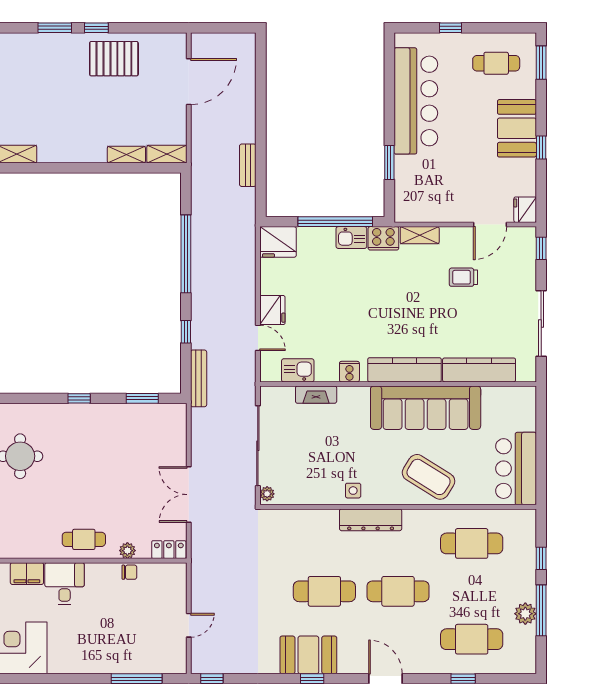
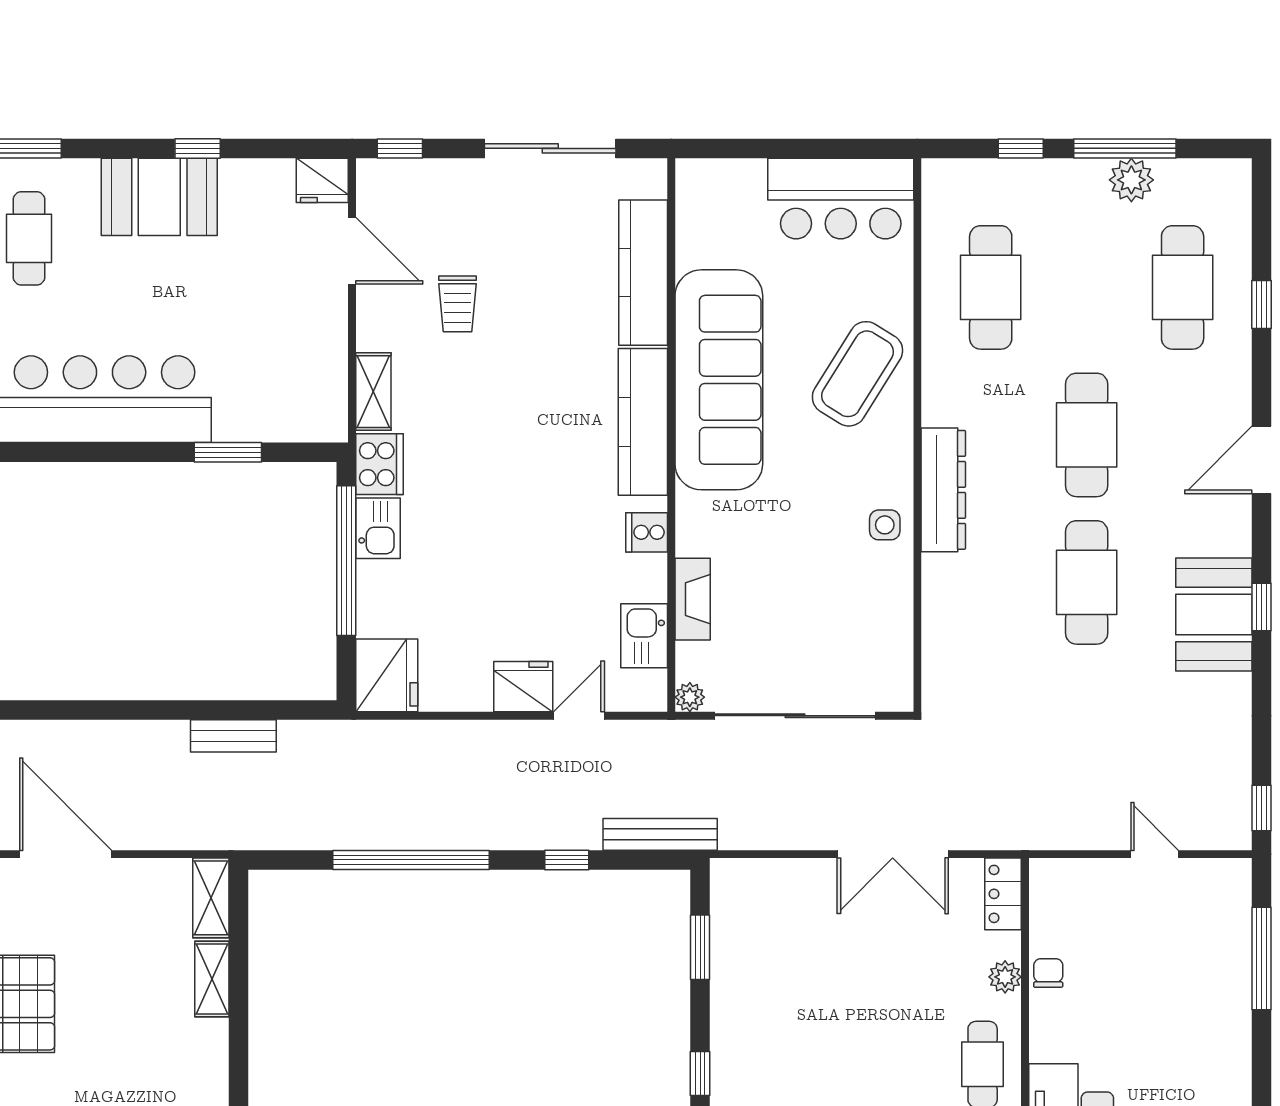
plant: (267, 494) -> (690, 697), moved

